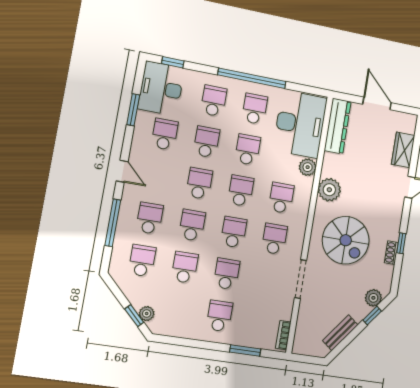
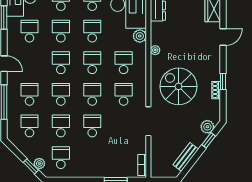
plant: (329, 190) -> (155, 50), width x0.53, depth x0.53
spiral stairs: (346, 240) -> (178, 86), turned 180
school desk: (219, 316) -> (61, 158), moved

